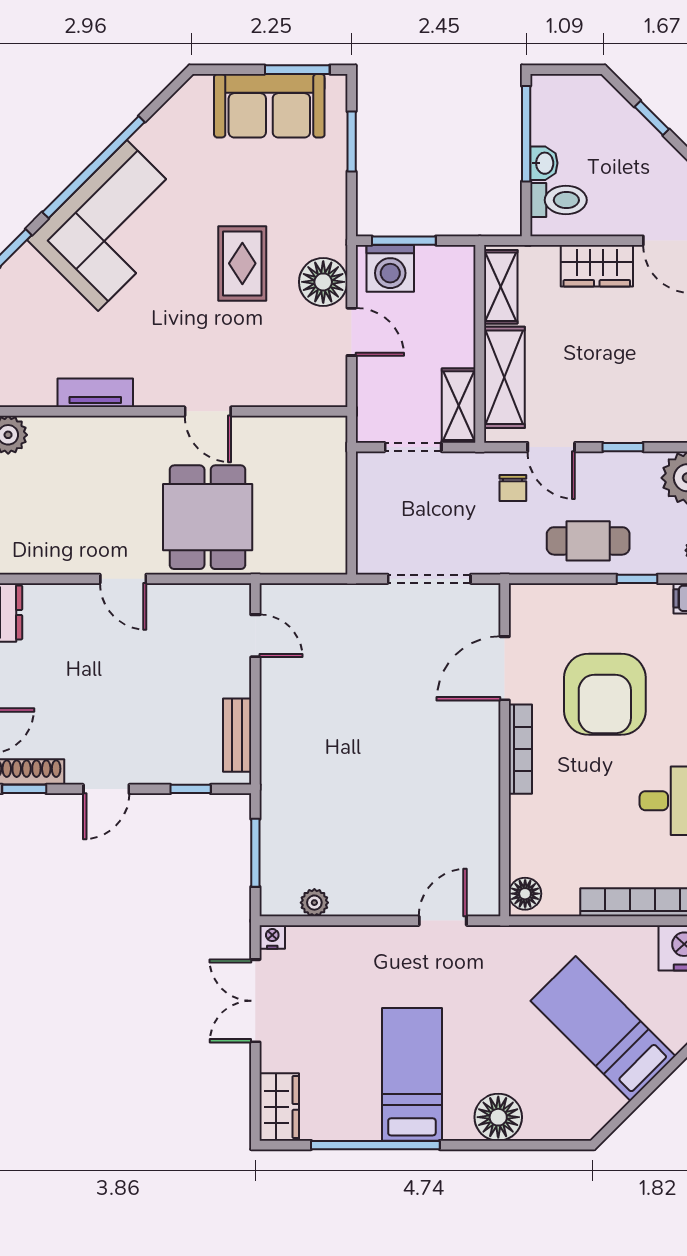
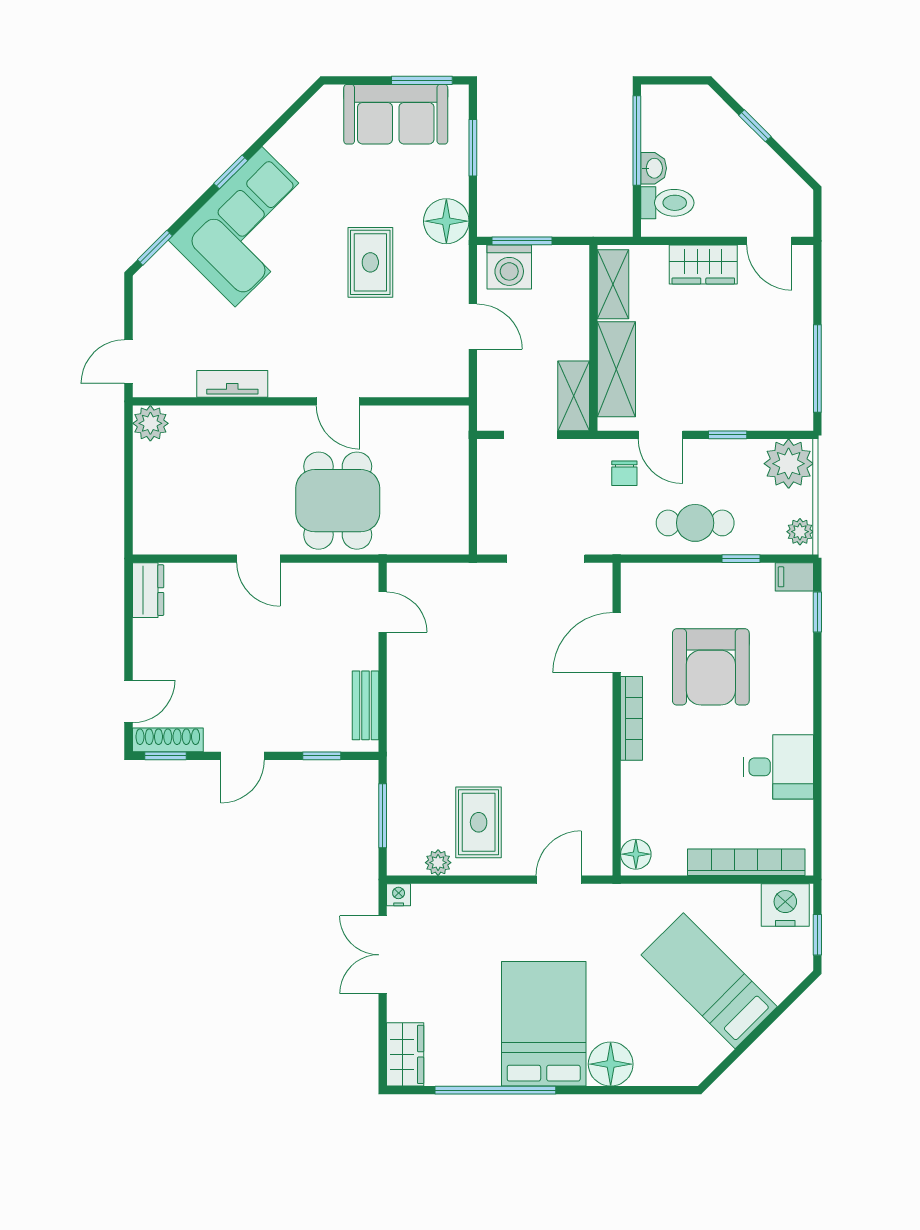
window: (94, 167) -> (231, 172), width x0.32
floor lamp: (323, 282) -> (446, 221), moved
rug: (358, 860) -> (479, 822), added
bed: (412, 1074) -> (544, 1024), width x1.50

